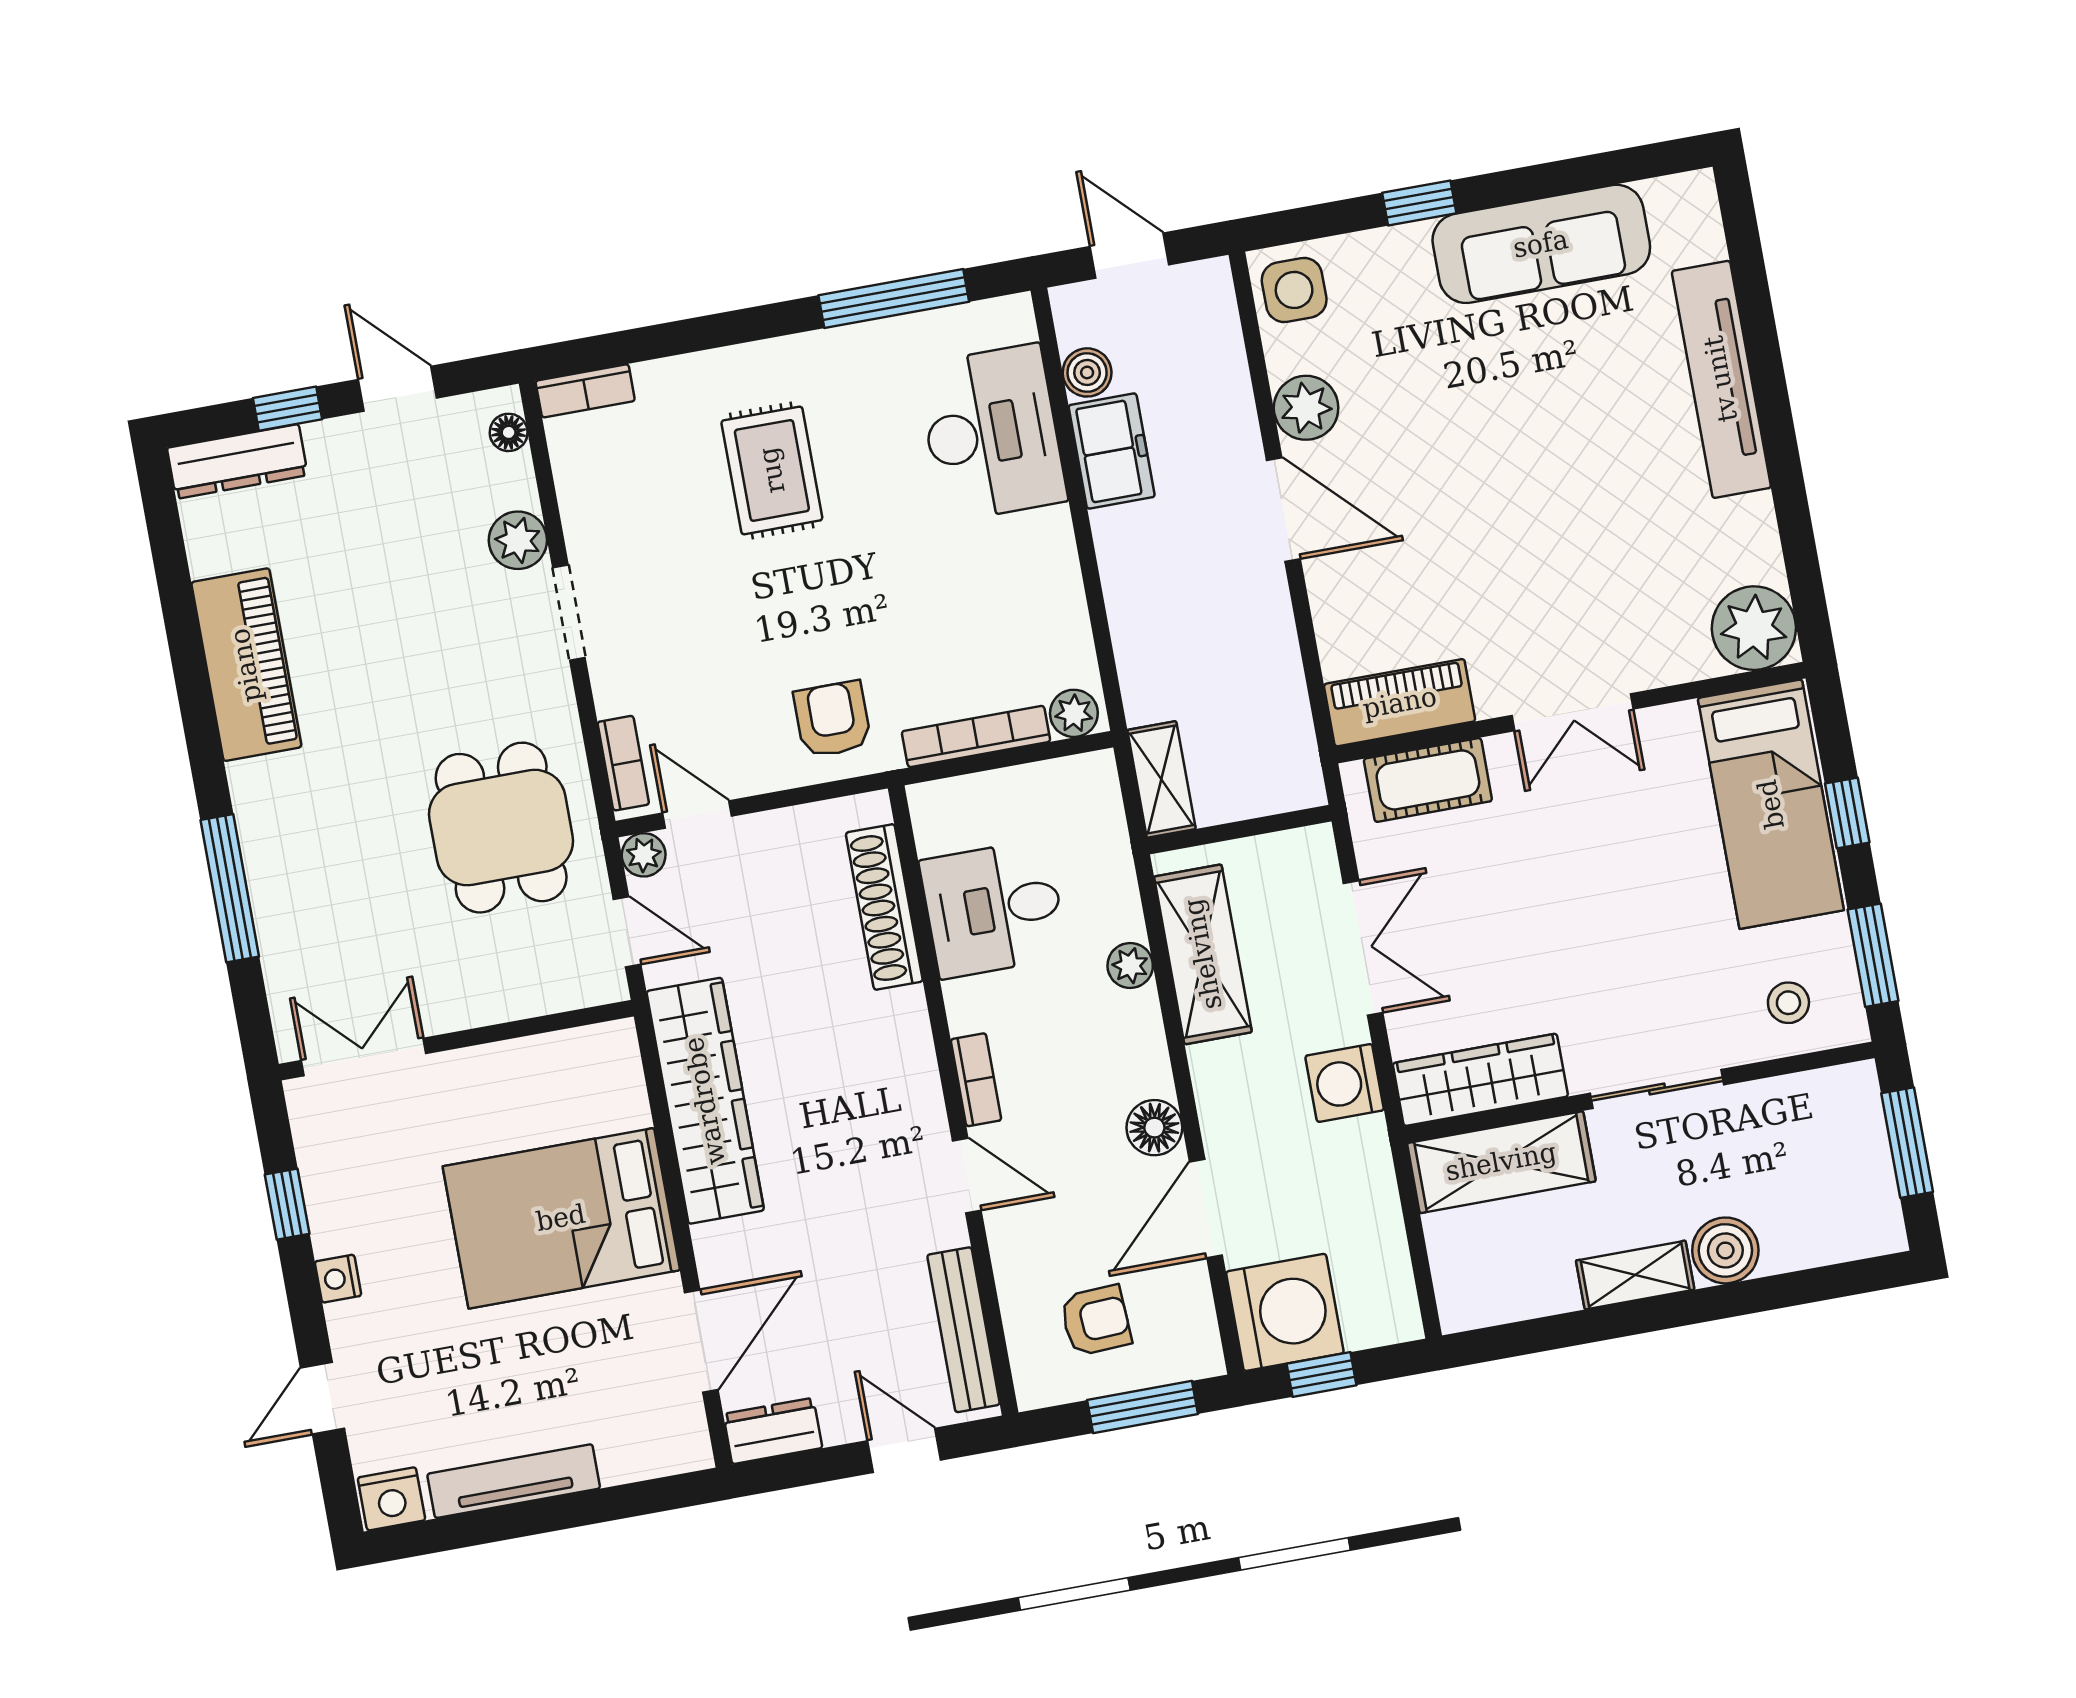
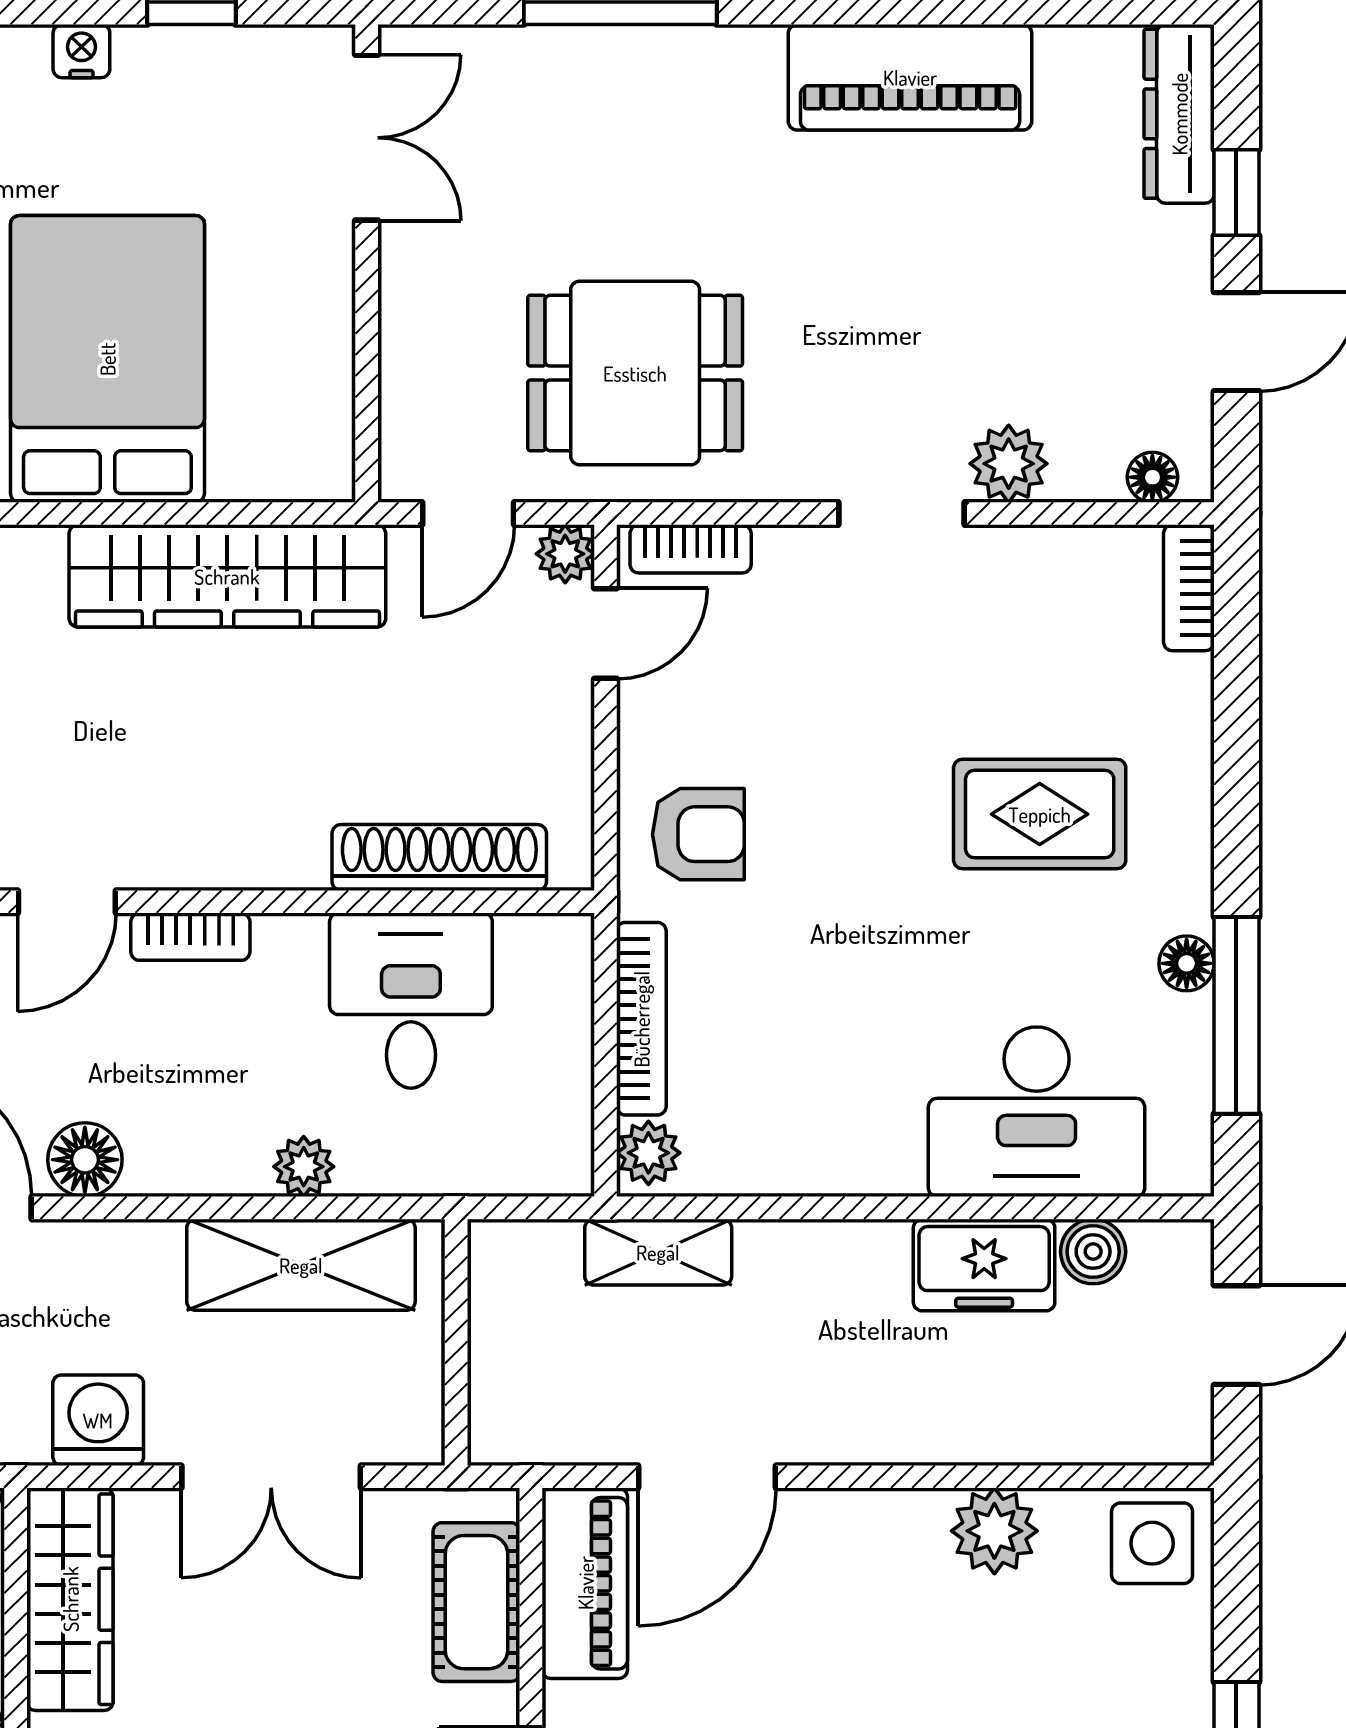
floor lamp: (862, 342) -> (1187, 963), added
door: (1283, 510) -> (707, 1477), moved
shelving: (1161, 779) -> (658, 1252), moved

